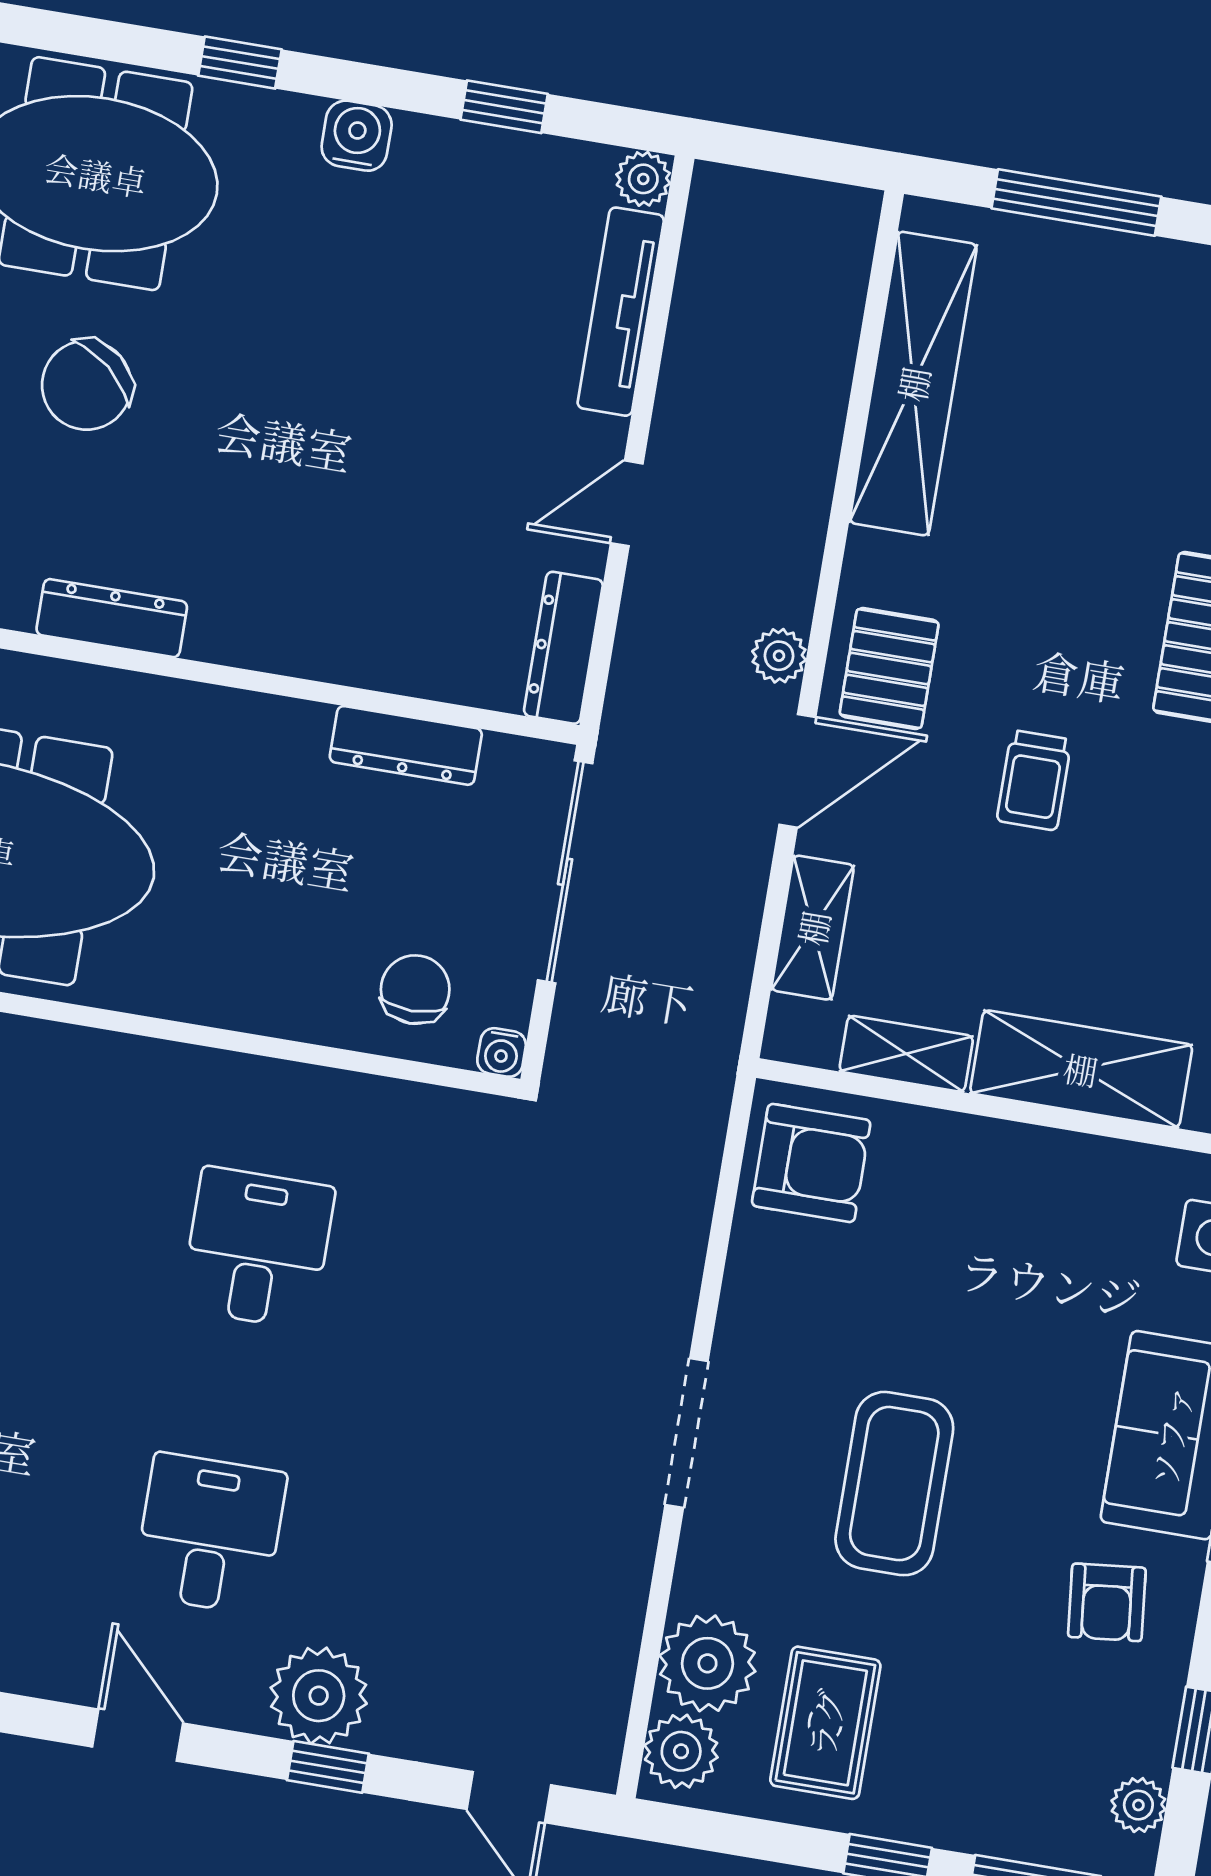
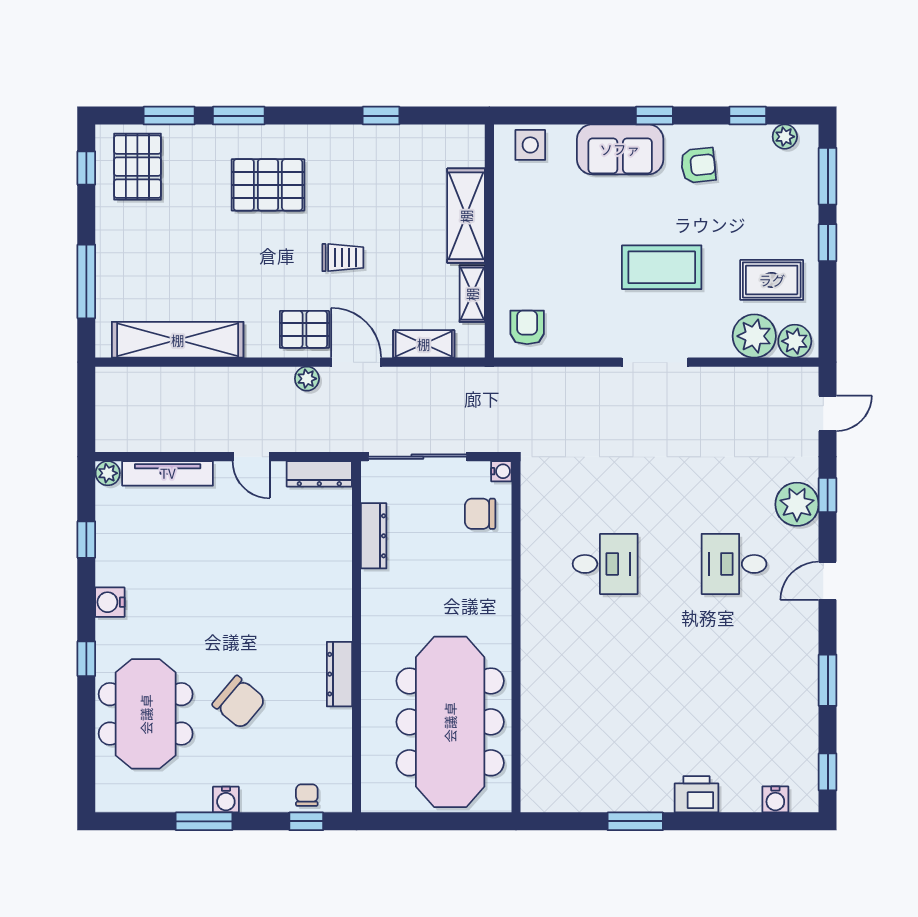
armchair: (811, 1163) -> (527, 327), width x0.72, depth x0.72
desk: (258, 1248) -> (605, 564), turned 180

